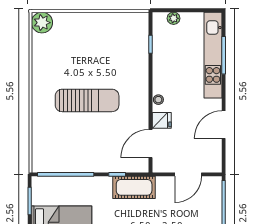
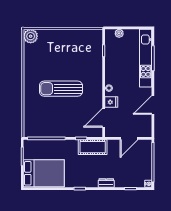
sun lounger: (87, 100) -> (61, 89), turned 180

